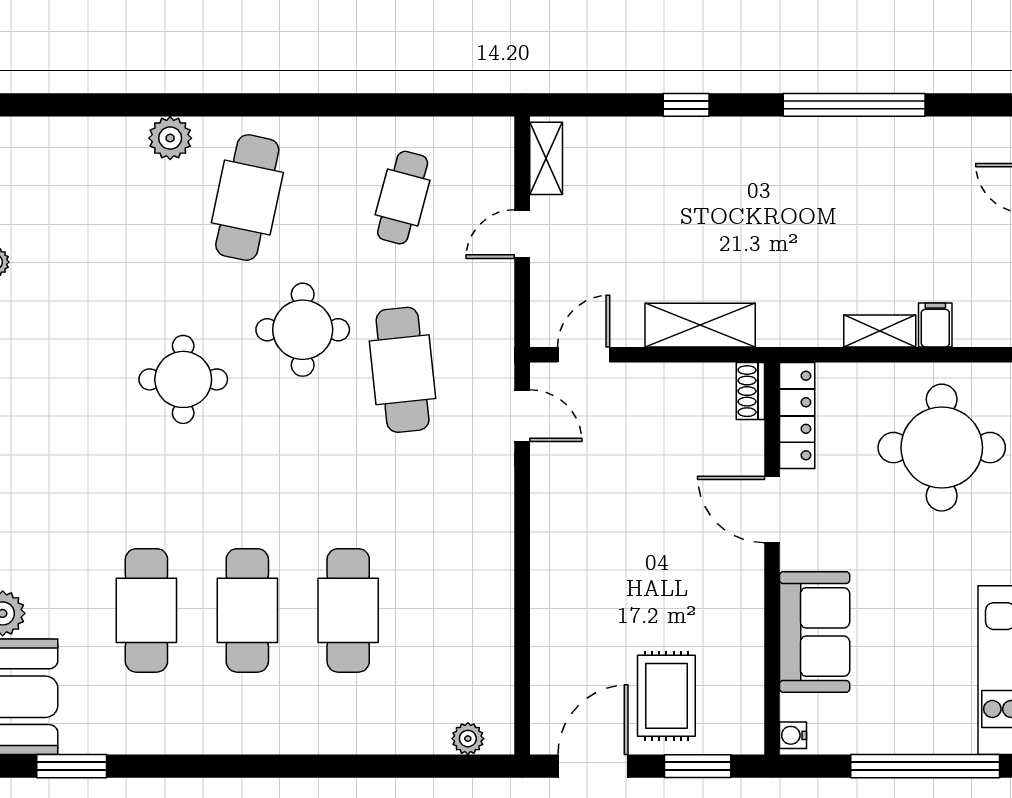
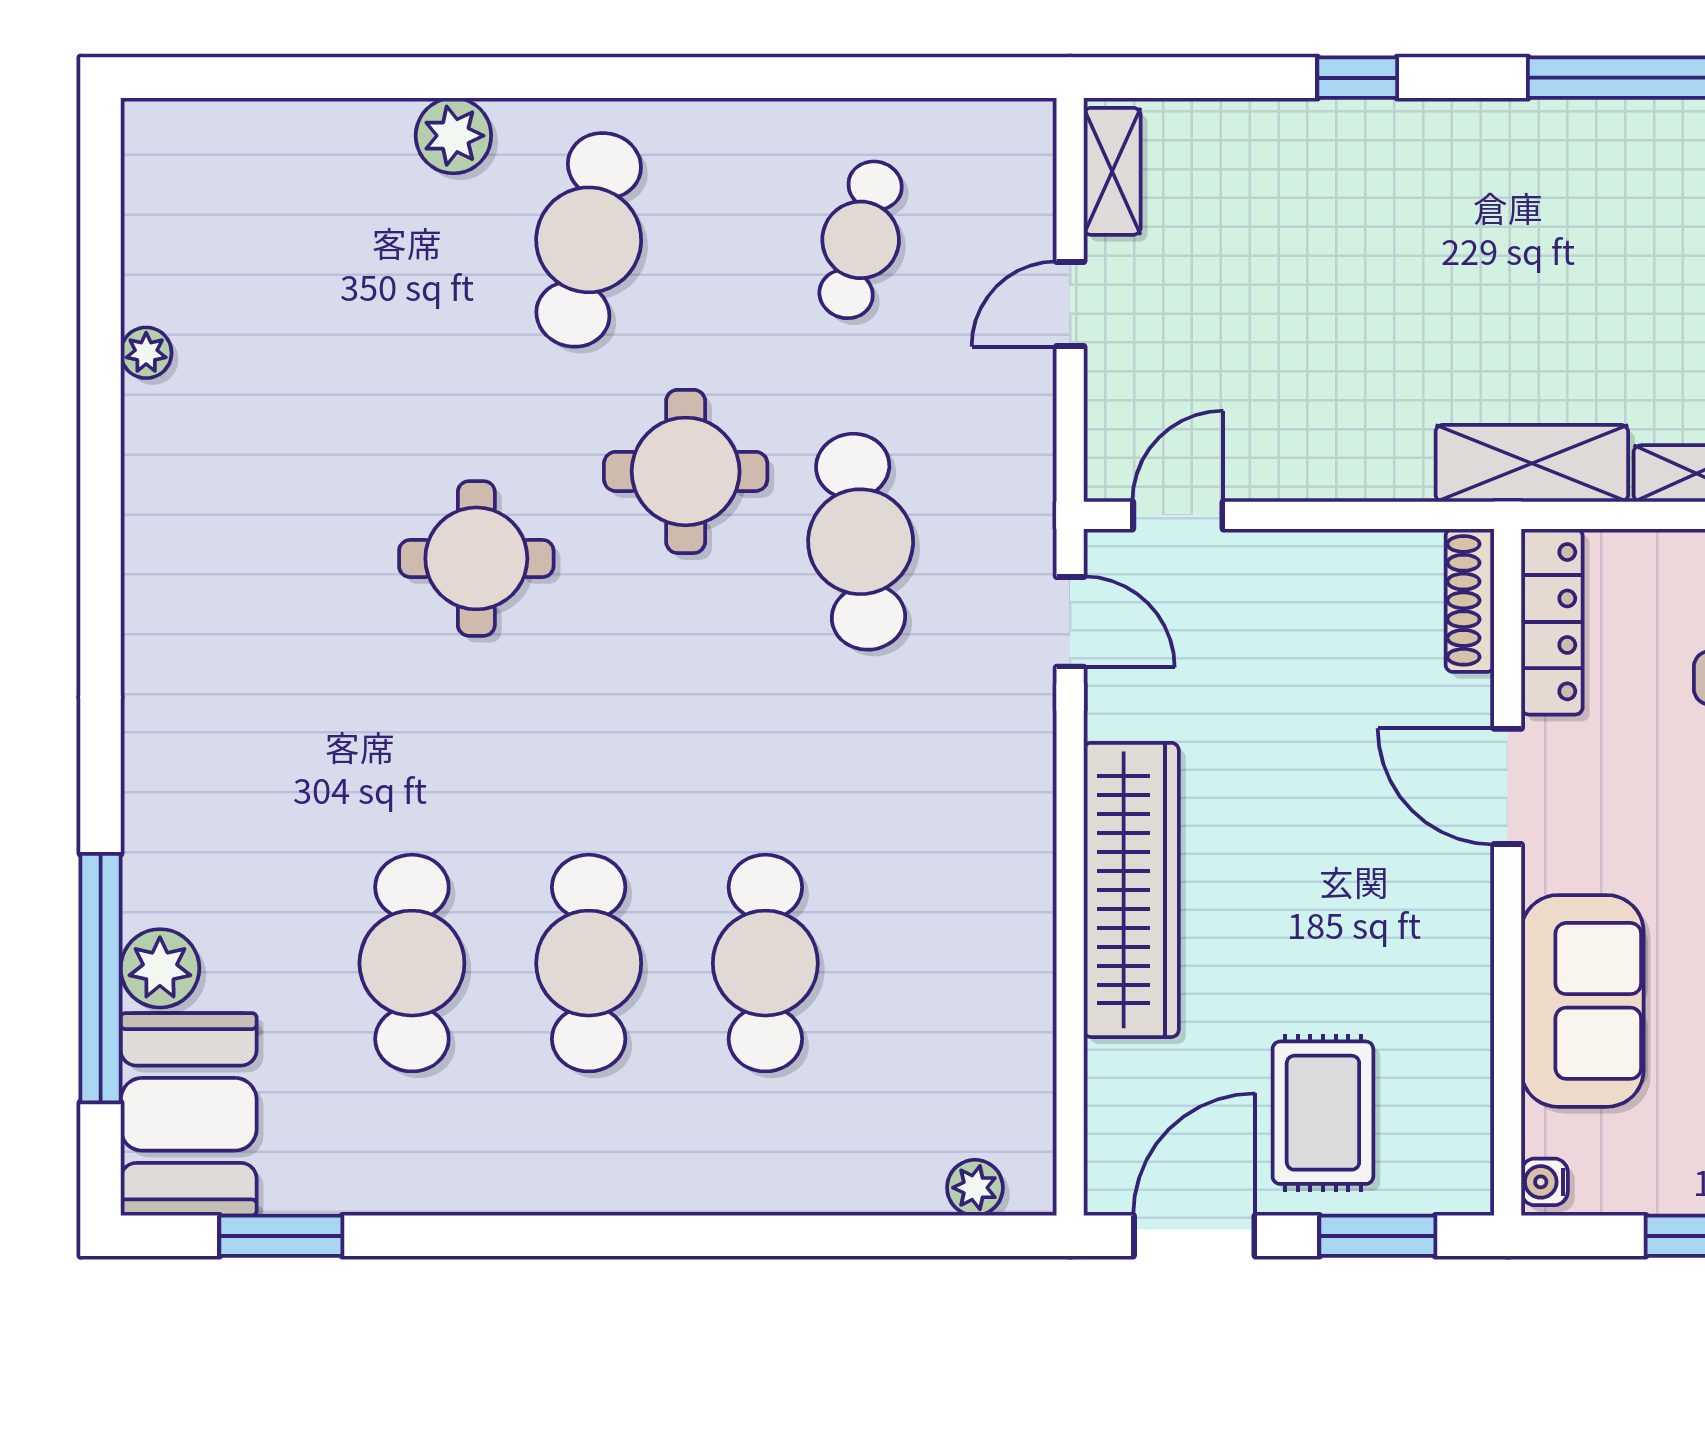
shelving: (700, 325) -> (1532, 463), moved
shoe rack: (750, 391) -> (1470, 600), width x1.43
wardrobe: (557, 569) -> (1131, 890), added

